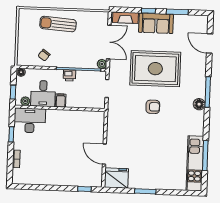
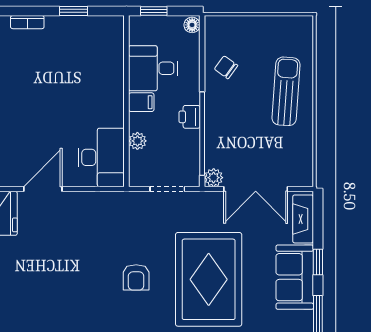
plant: (25, 101) -> (137, 141), moved
desk: (30, 120) -> (101, 157), moved

